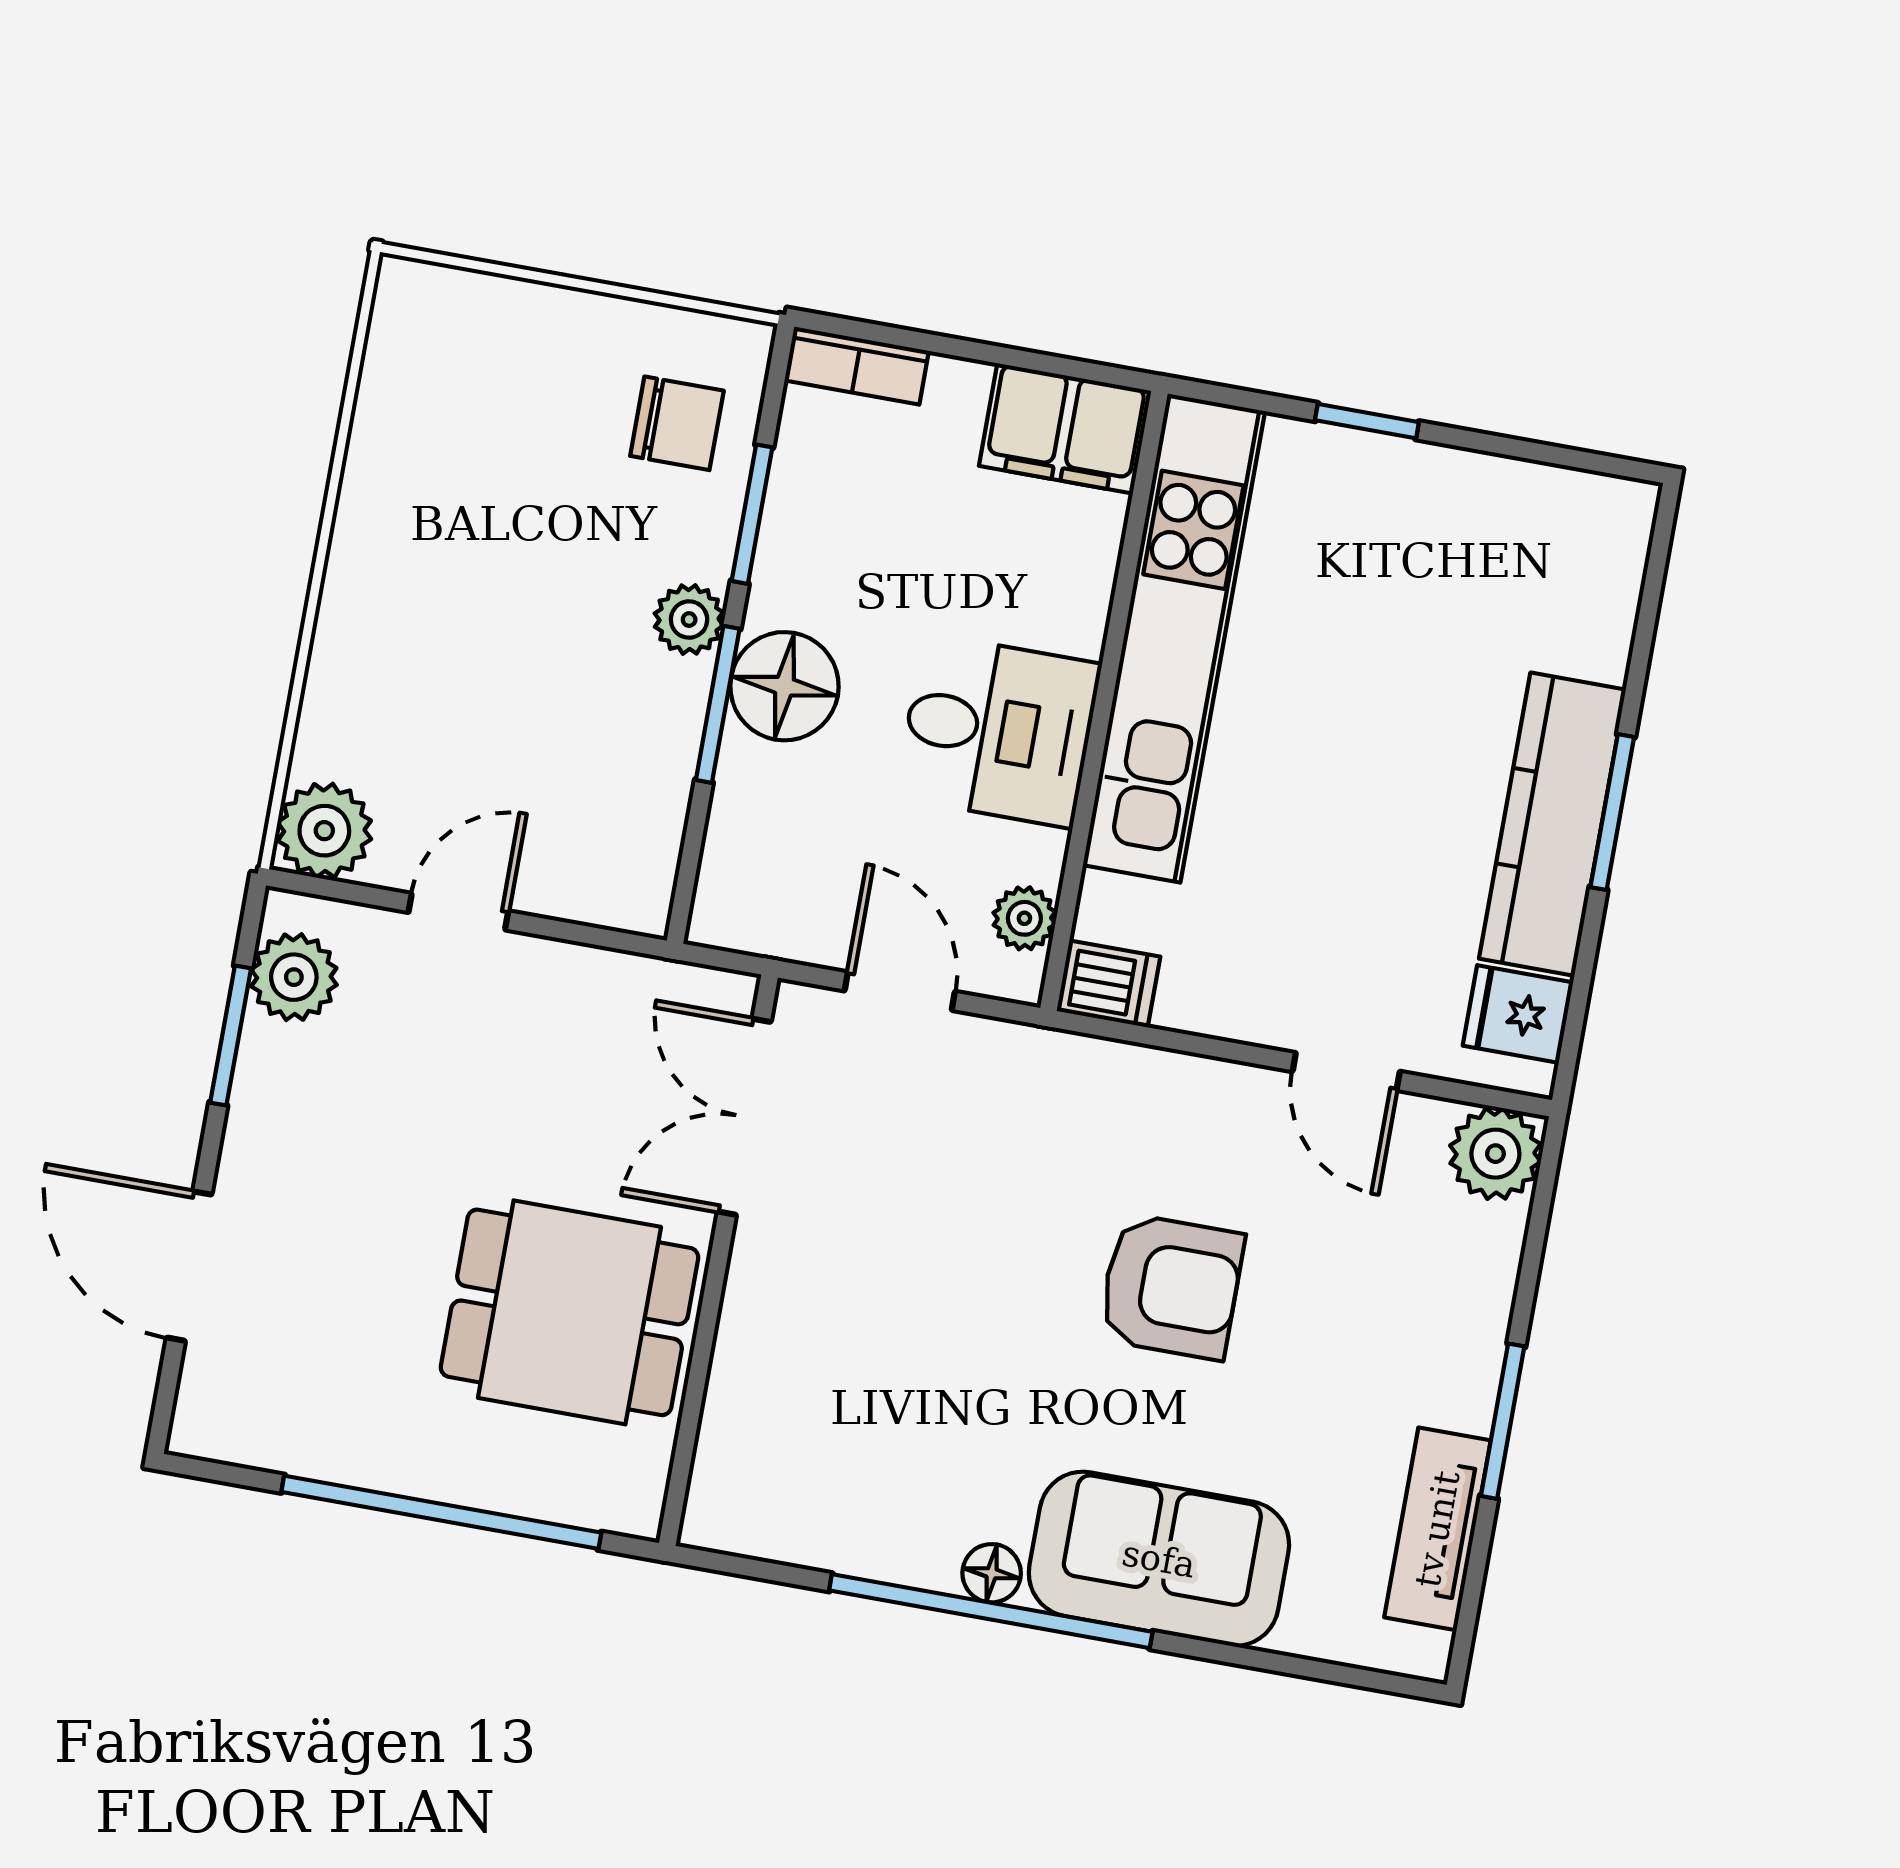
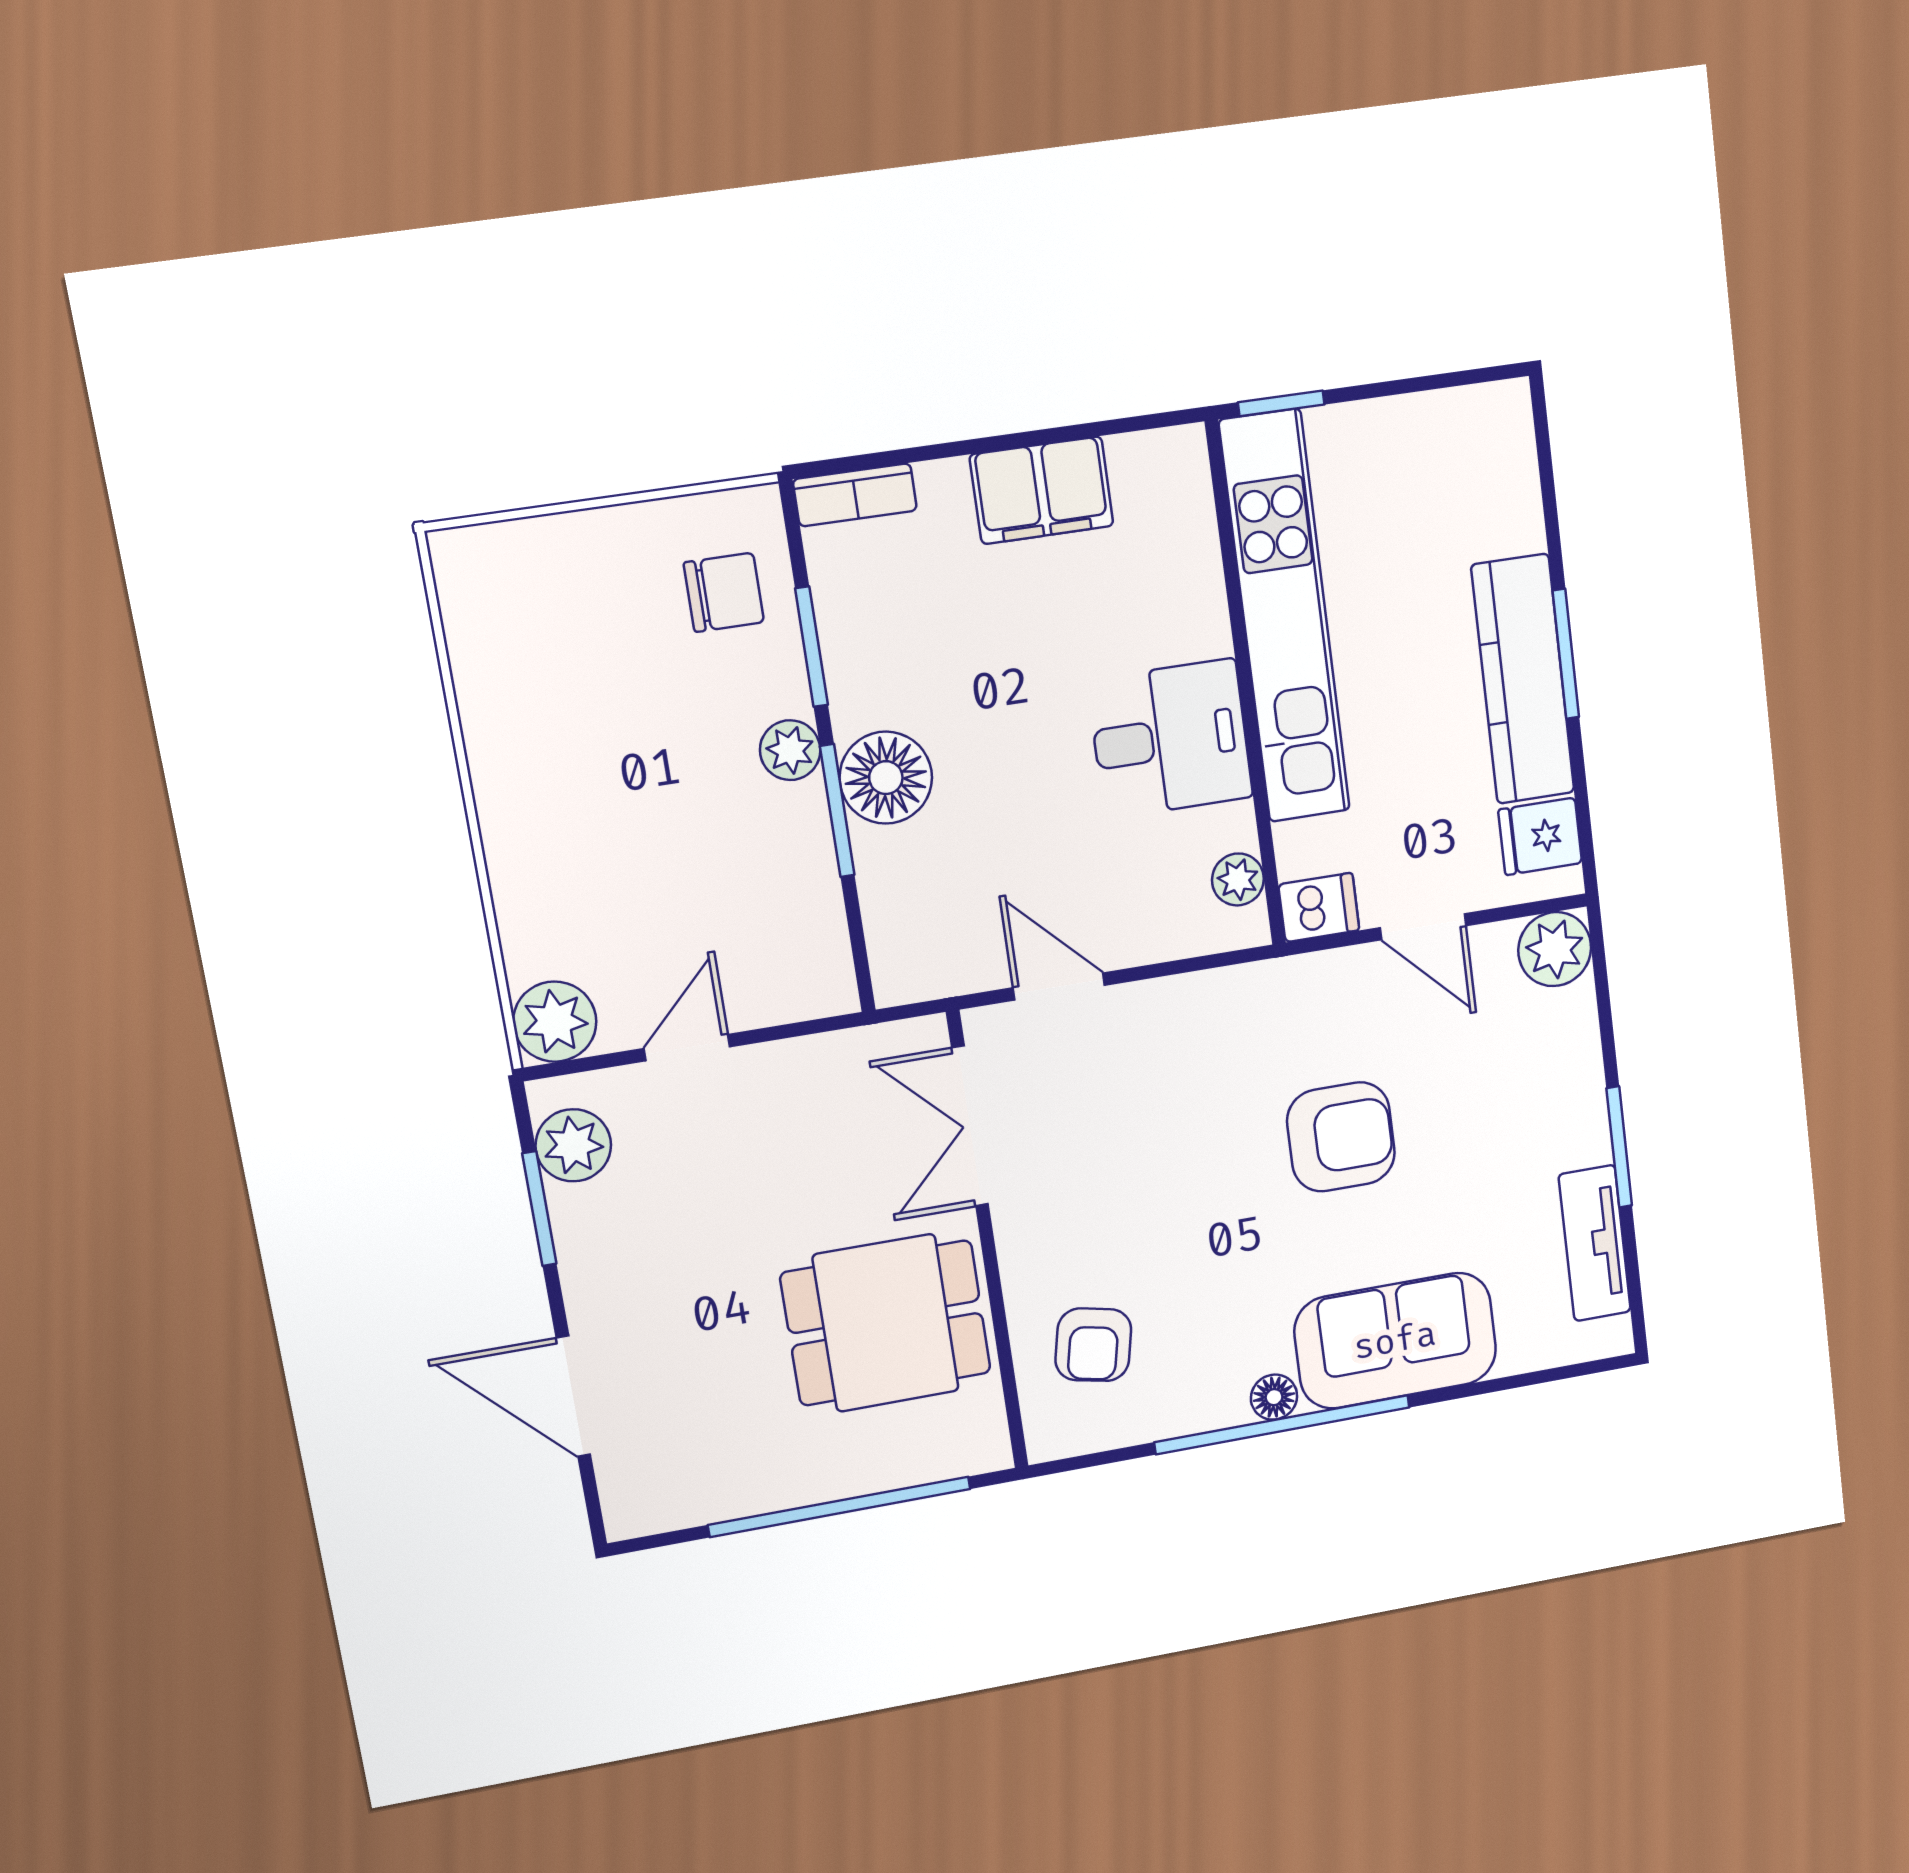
kitchen unit: (1174, 638) -> (1285, 617), moved
wall: (1104, 701) -> (1246, 686), moved
desk: (998, 731) -> (1170, 739), moved
plant: (1024, 918) -> (1238, 879), moved
dishwasher: (1109, 984) -> (1319, 907), moved
armchair: (800, 1429) -> (1093, 1345), added

